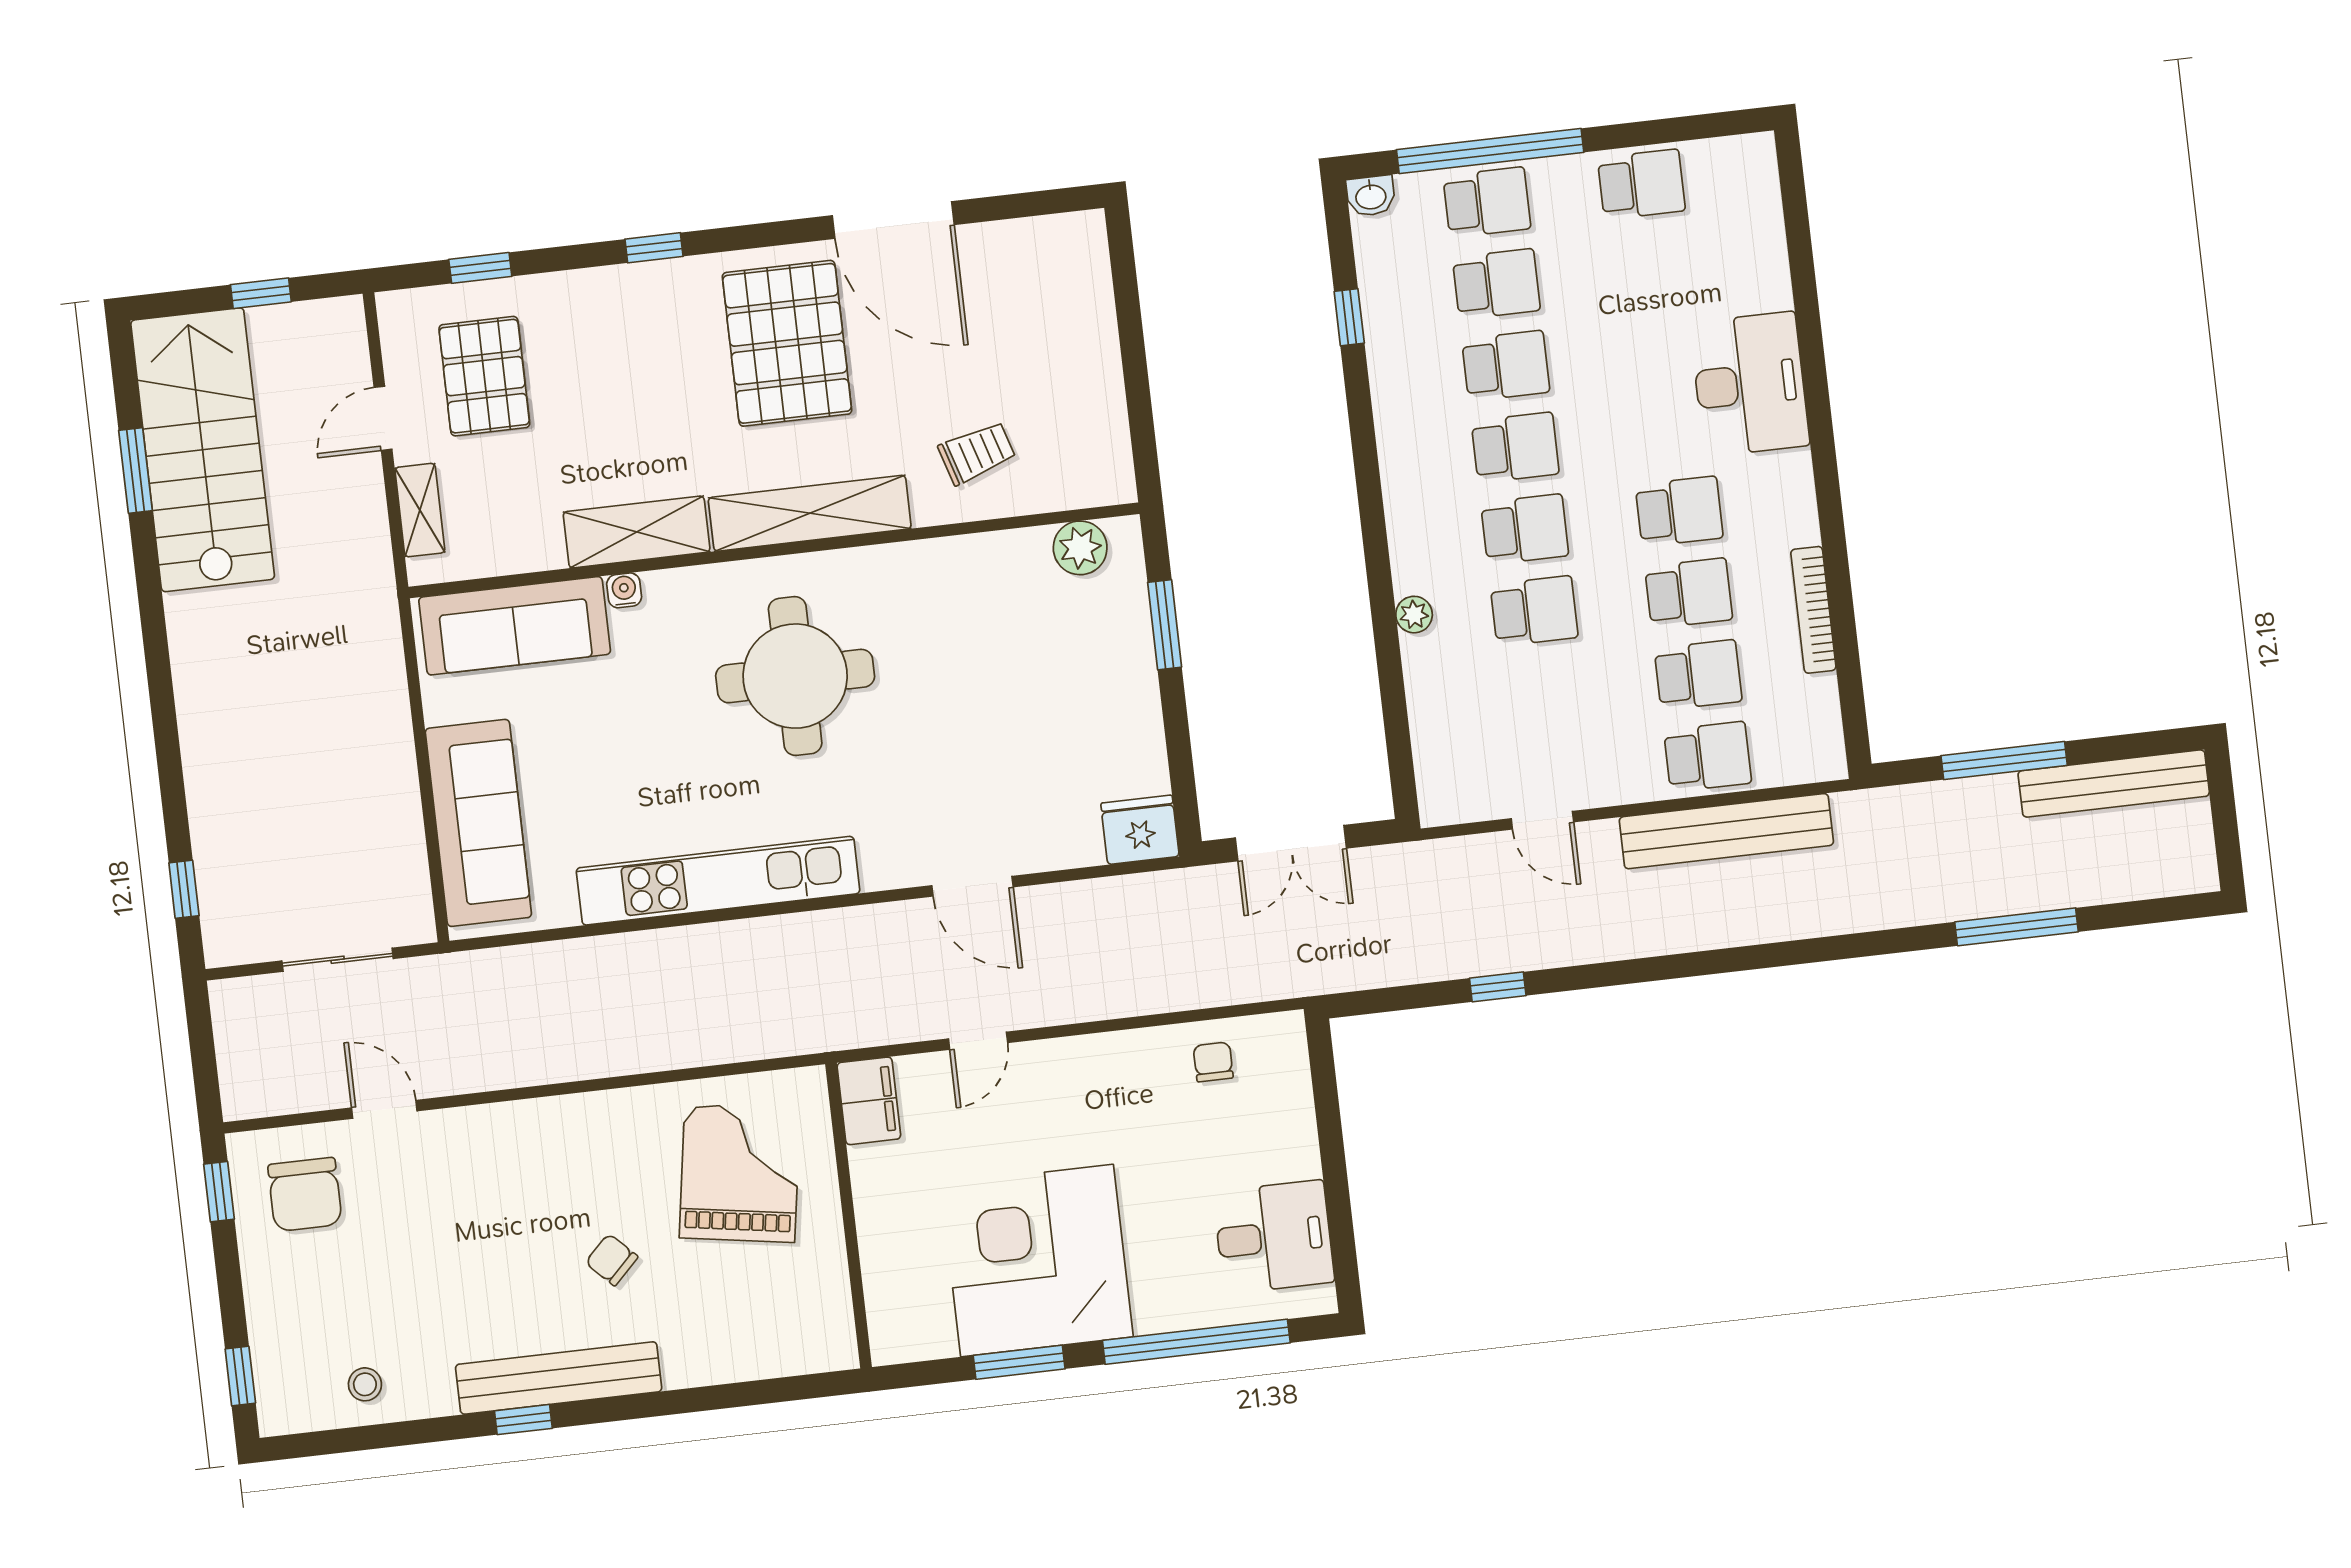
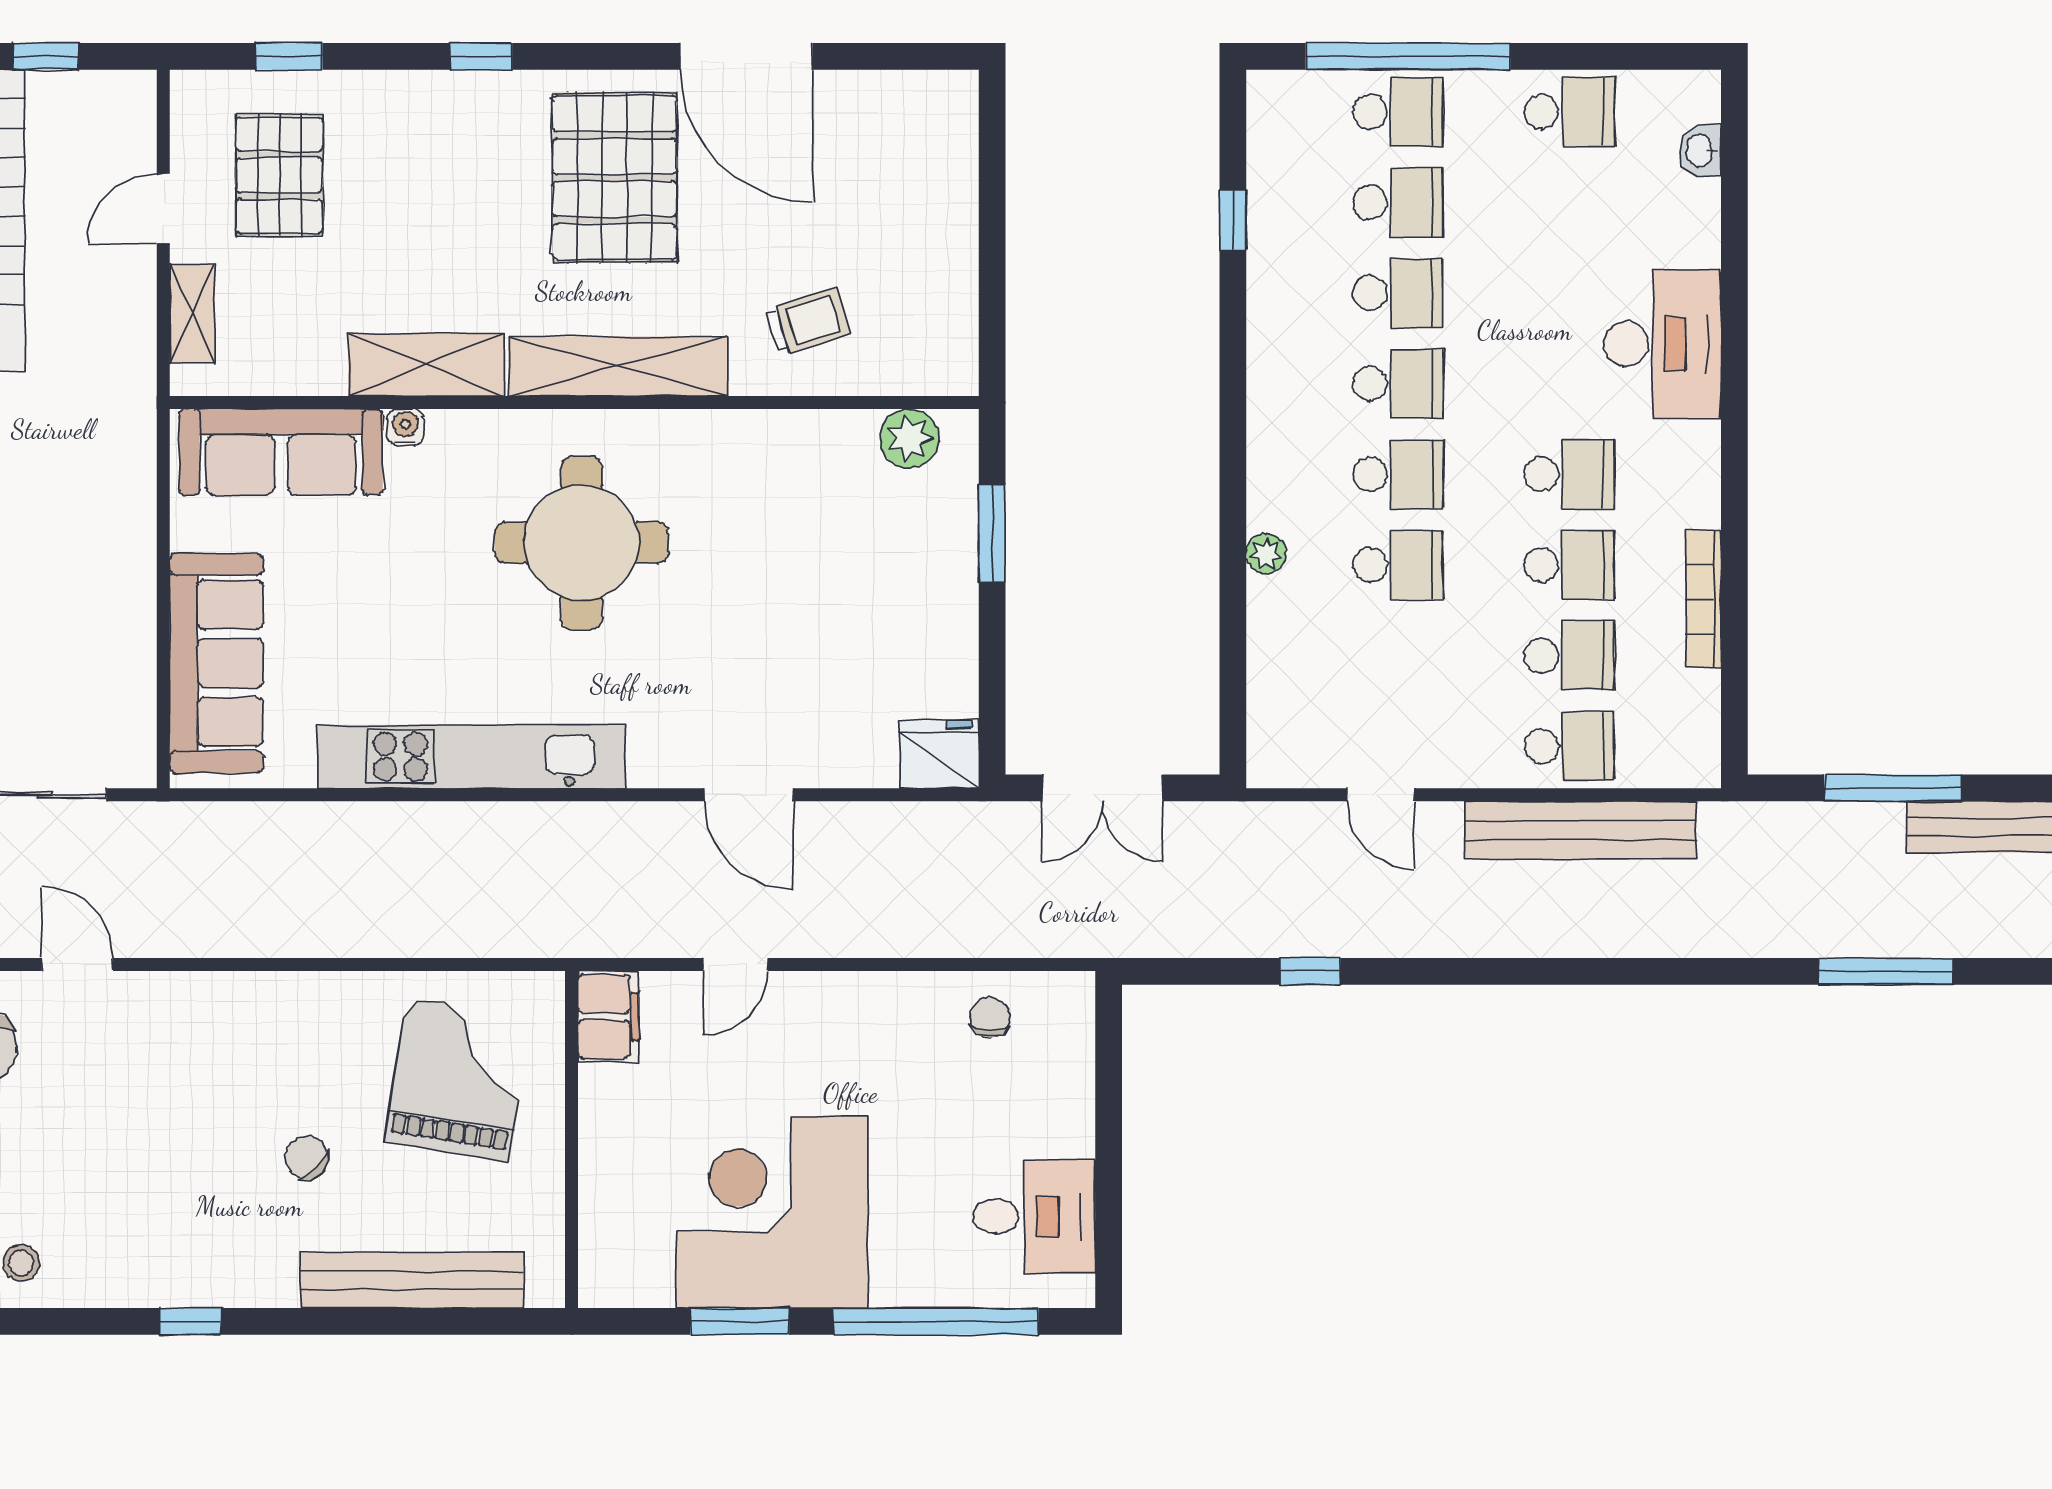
washbasin: (1371, 196) -> (1700, 151), moved, turned 90
bench: (559, 1378) -> (412, 1280), moved

